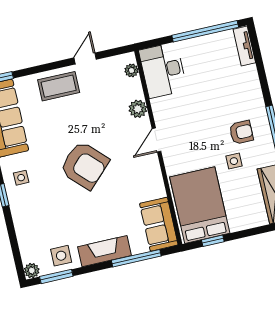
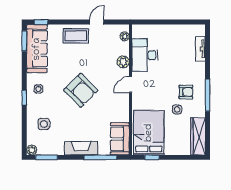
window: (205, 31) -> (178, 22), removed
tv unit: (244, 46) -> (200, 49), moved
desk: (163, 70) -> (145, 55), moved
side table: (61, 256) -> (44, 124), moved

